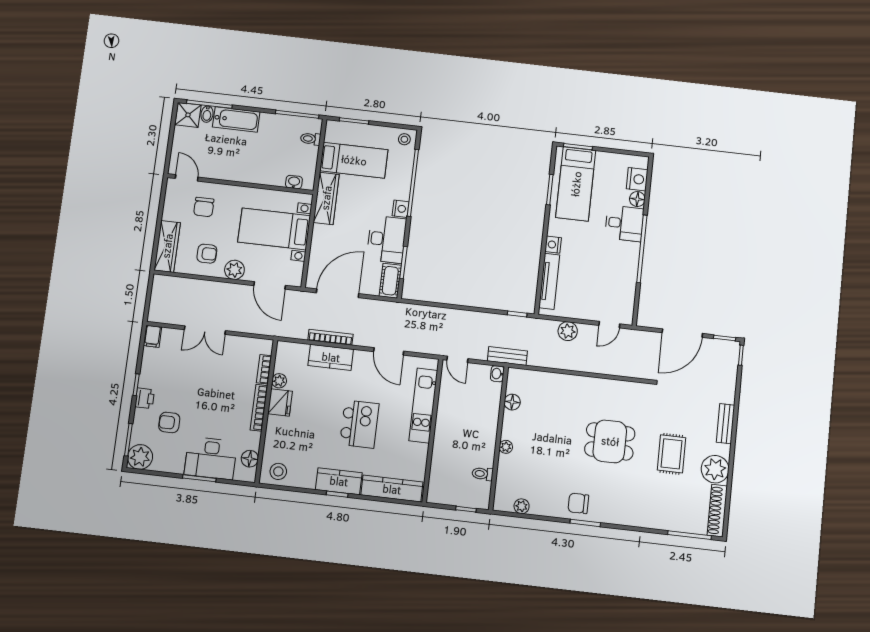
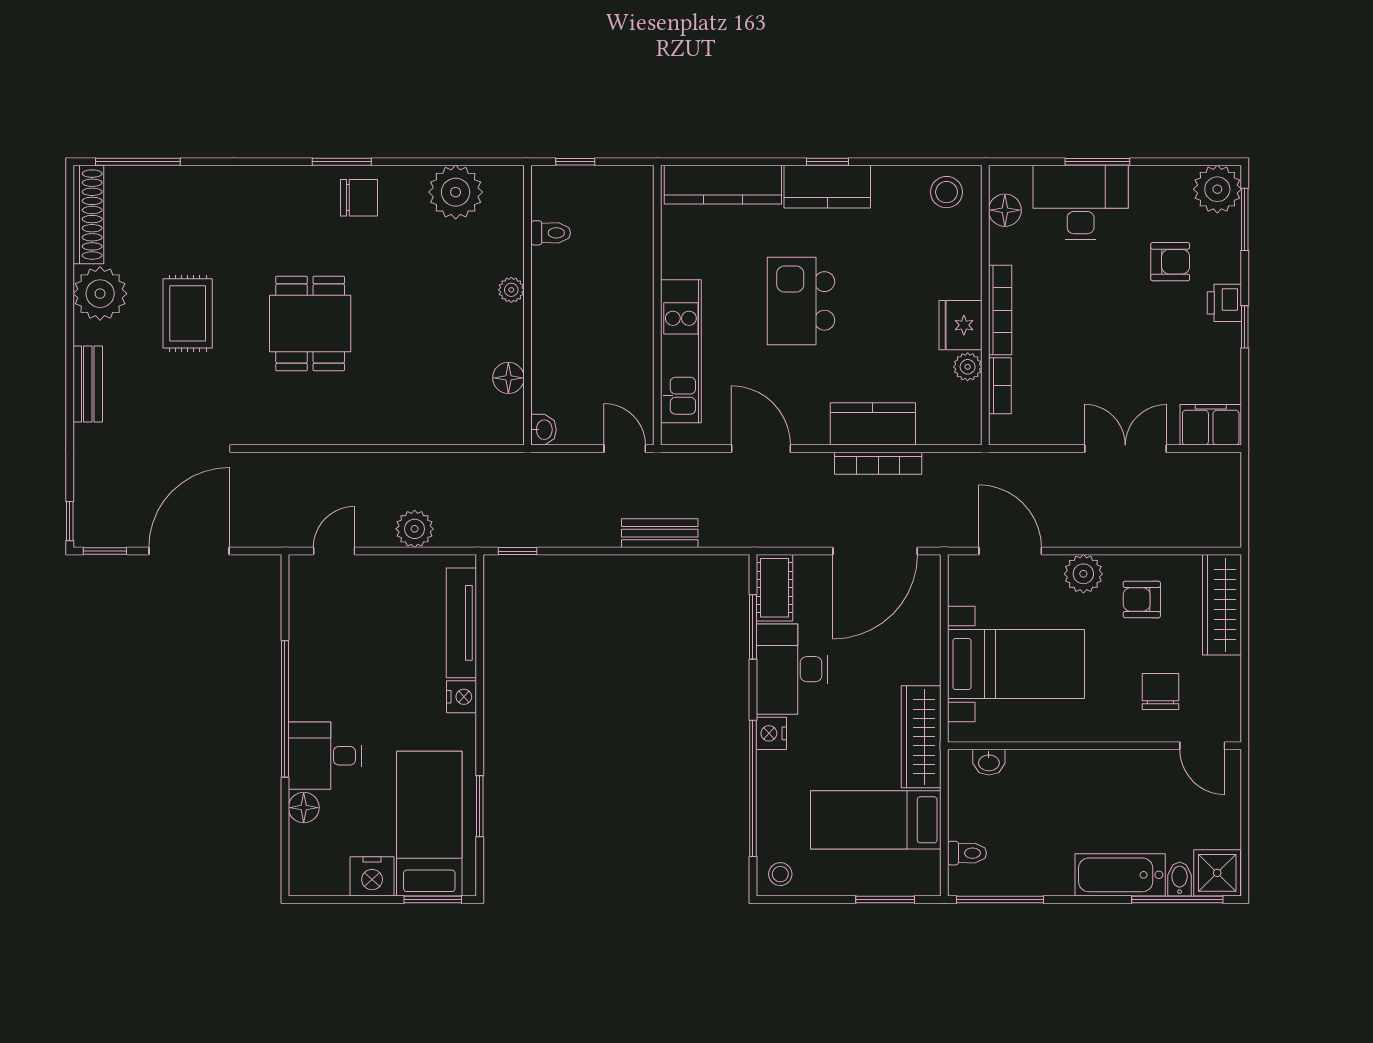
nightstand: (637, 179) -> (372, 876), moved, turned -90
filing cabinet: (152, 336) -> (1211, 425), width x2.00
bench: (507, 356) -> (660, 533), moved
dining table: (610, 441) -> (310, 324), turned 90
plant: (522, 506) -> (456, 192), width x1.88, depth x1.88

